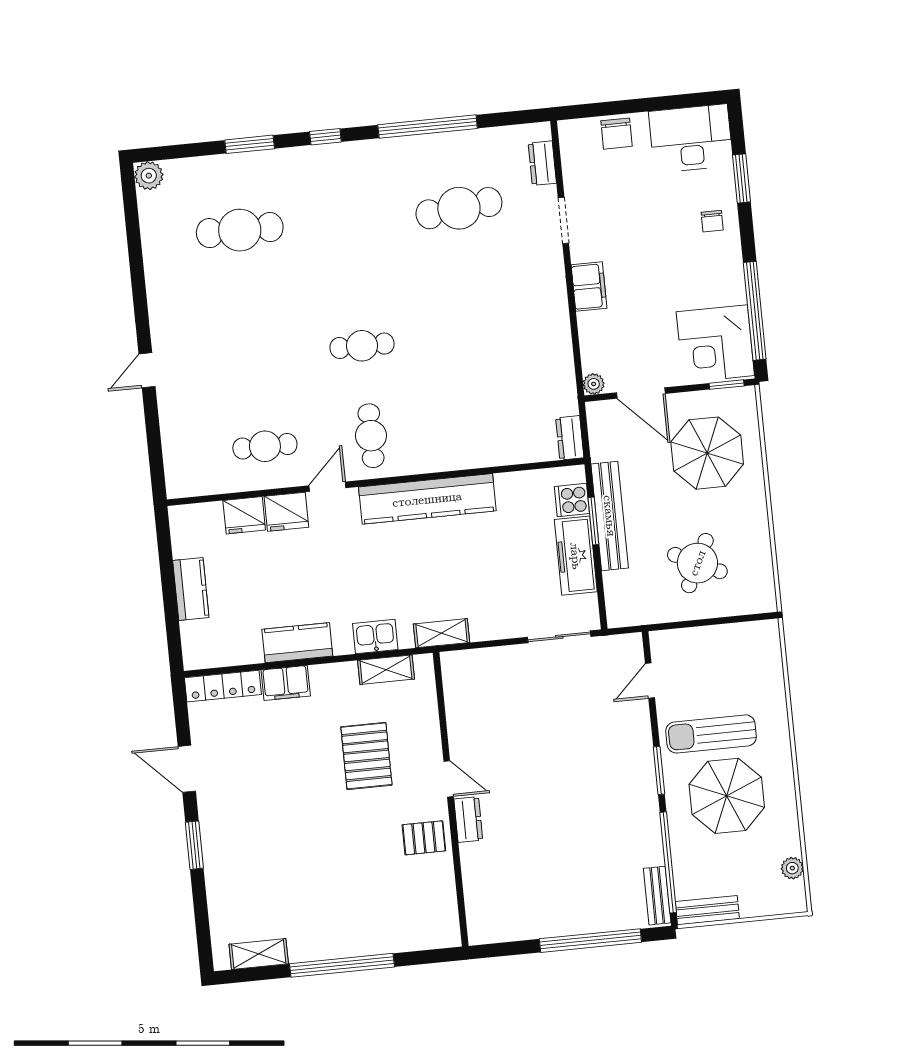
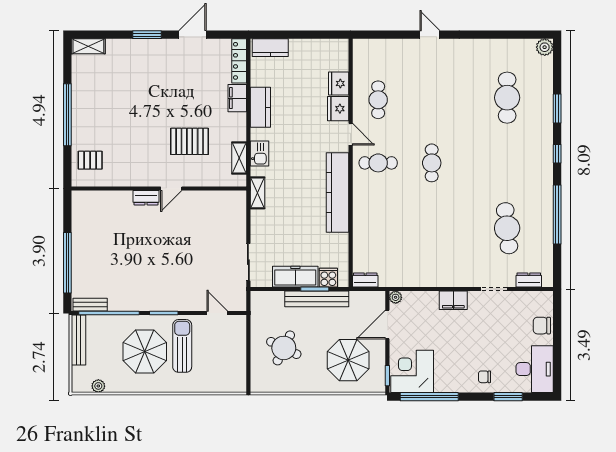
kitchen counter: (191, 589) -> (270, 48), moved
pallet: (424, 838) -> (90, 160), moved, turned 90
bench: (707, 910) -> (78, 340), width x1.36
shelving: (259, 954) -> (88, 46), moved, turned 90

